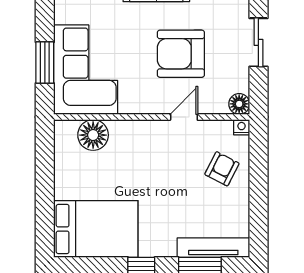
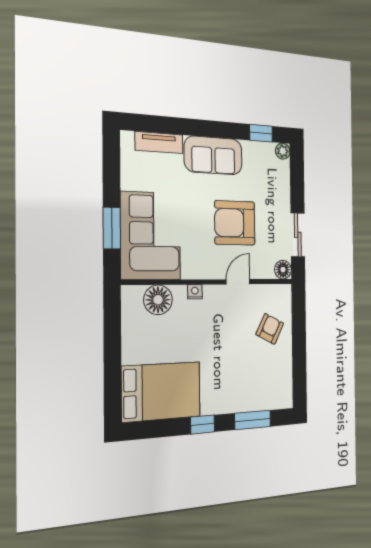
sliding door: (258, 42) -> (298, 235), moved
nightstand: (242, 127) -> (195, 292), moved
tv unit: (213, 248) -> (264, 402), removed

